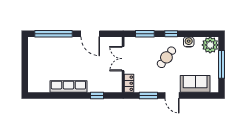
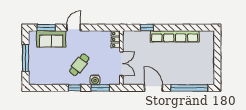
water cooler: (189, 42) -> (95, 80), moved
plant: (210, 45) -> (37, 77), removed
row of seats: (68, 86) -> (175, 36), width x1.36
window: (148, 96) -> (46, 28), moved
door: (172, 96) -> (74, 28), hinge flipped

